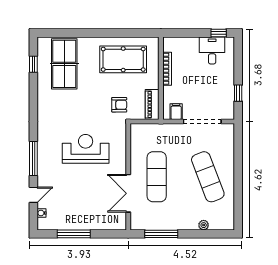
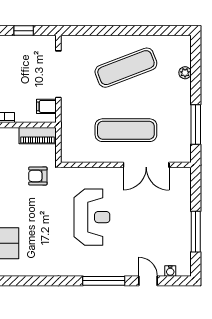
armchair: (119, 105) -> (38, 176), turned -90
reception desk: (86, 149) -> (92, 217), turned 180

